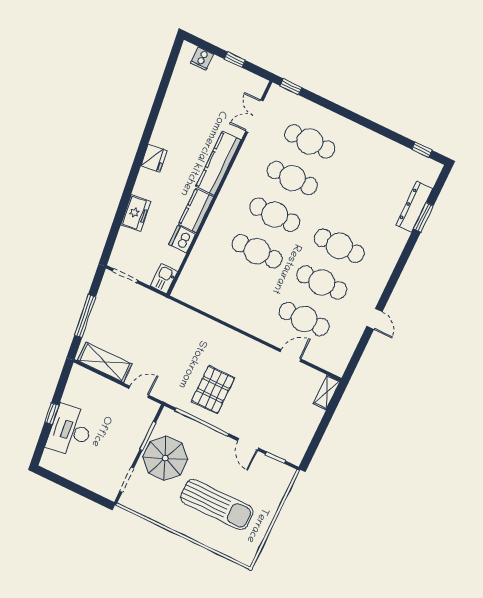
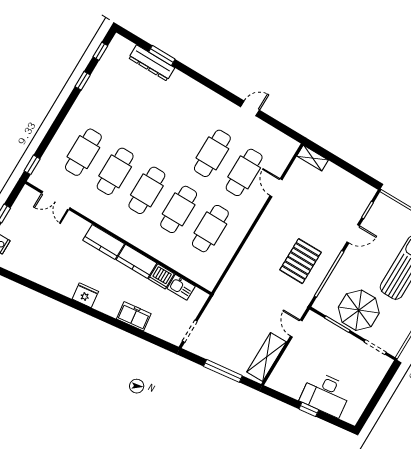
window: (388, 133) -> (83, 81), added
kitchen counter: (218, 163) -> (104, 242), width x0.67
cafe table: (339, 246) -> (210, 229), moved
kitchen sink: (164, 279) -> (181, 287), moved
pallet: (213, 390) -> (301, 261), turned 90

